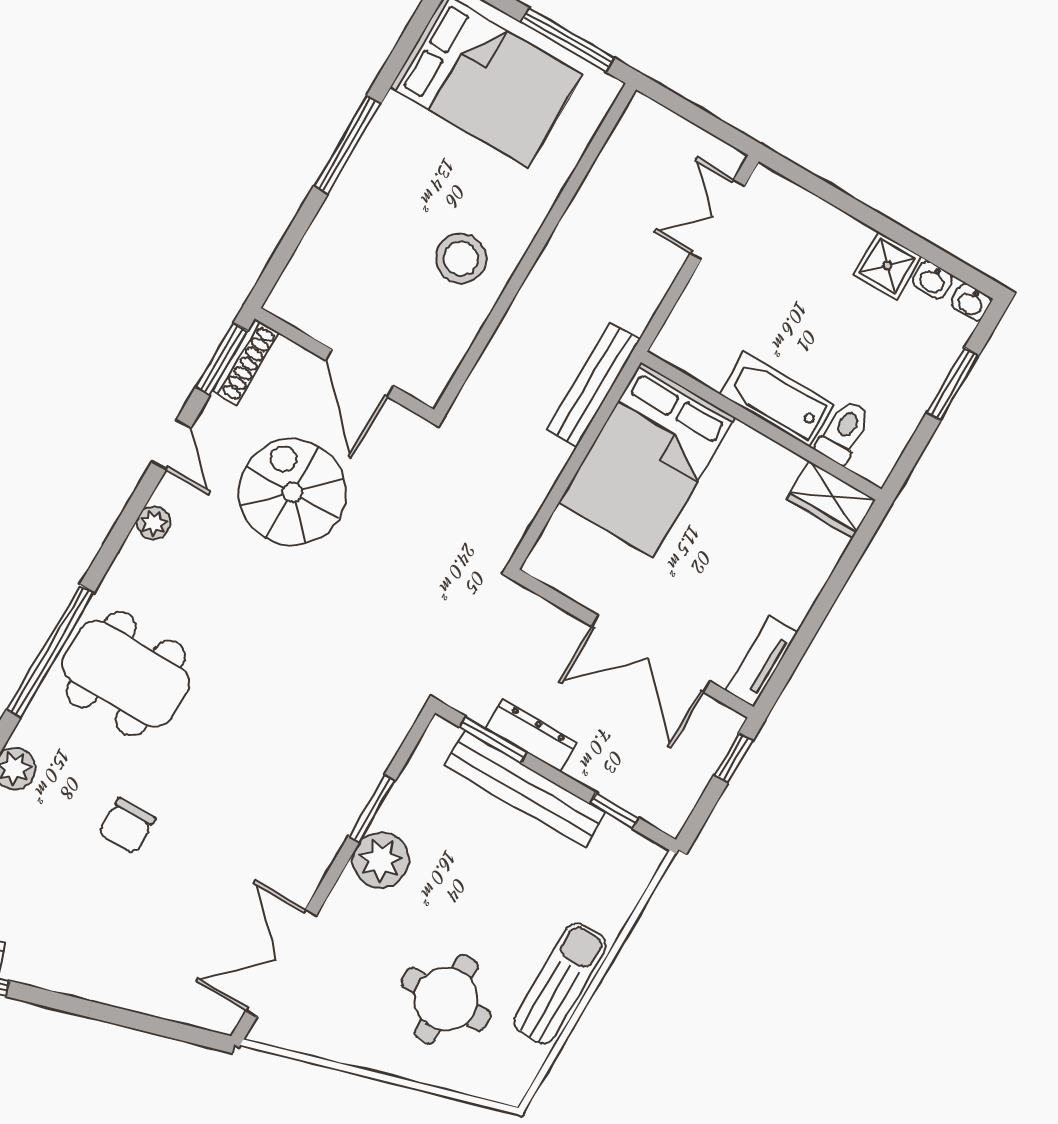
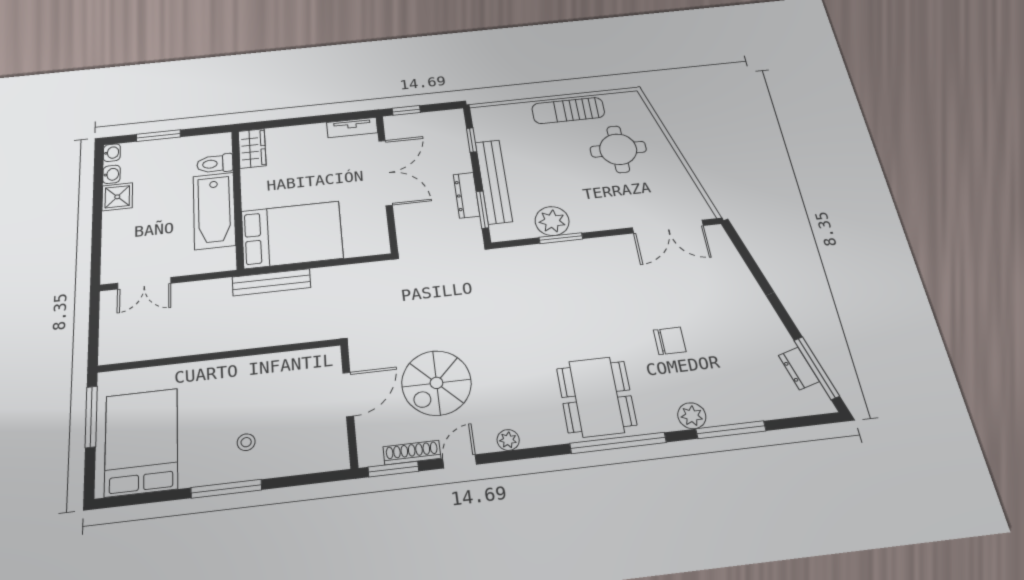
stool: (461, 258) -> (246, 442), moved, width x0.53, depth x0.53
shoe rack: (246, 362) -> (412, 453), moved
bathtub: (777, 399) -> (214, 211), width x1.36, depth x1.36
plant: (381, 860) -> (552, 221), moved

